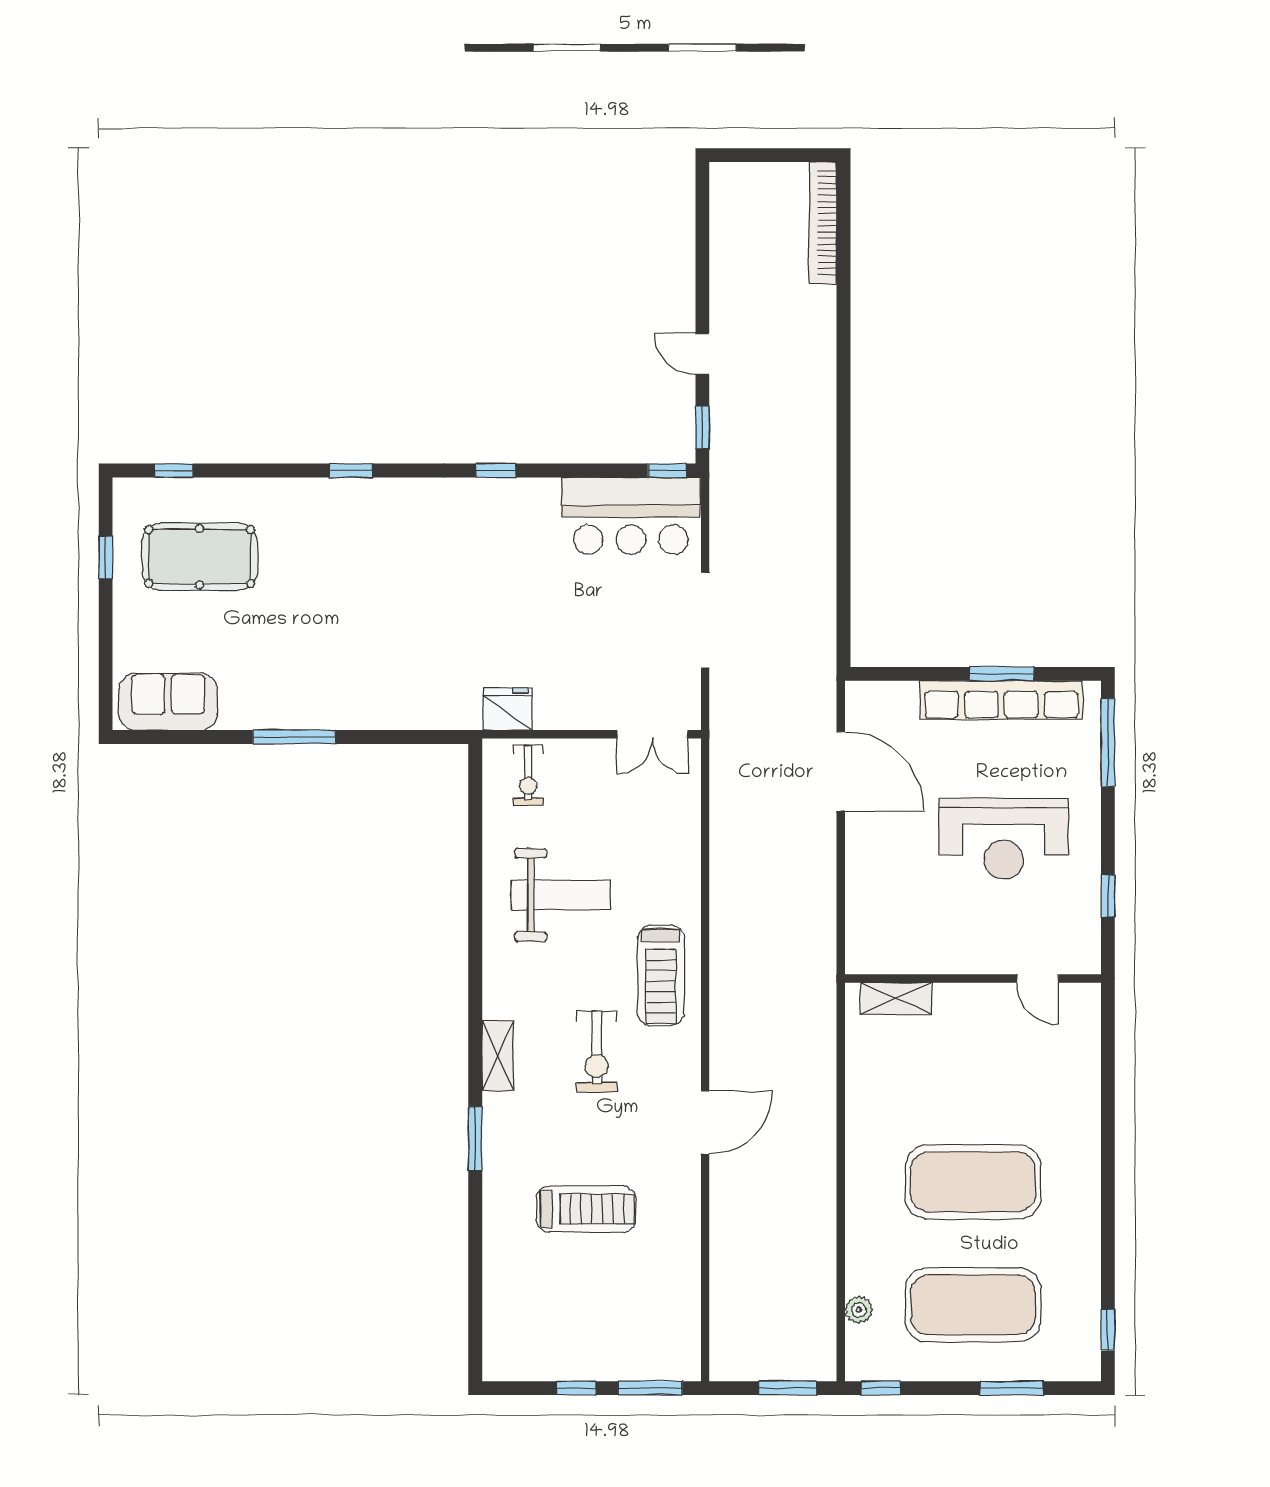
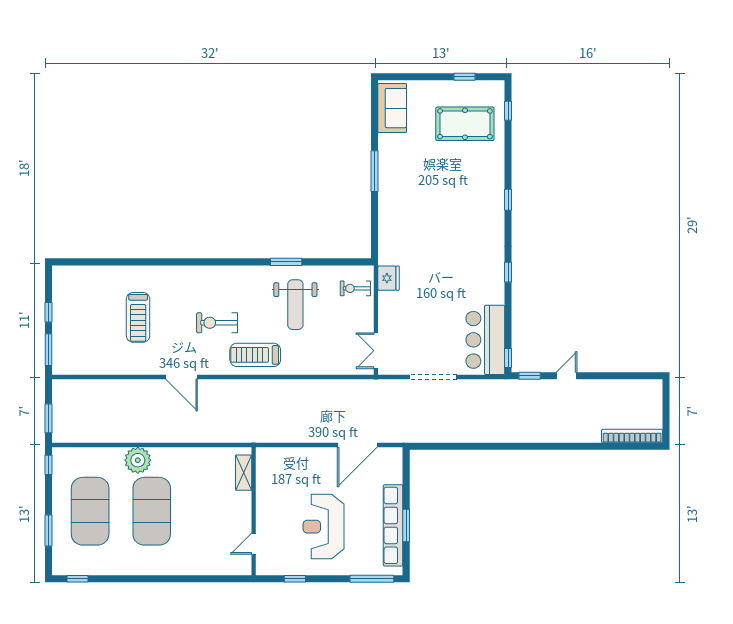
pool table: (200, 557) -> (465, 124), turned 90
shelving: (498, 1056) -> (215, 273), removed
window: (475, 1139) -> (286, 262), moved
plant: (859, 1310) -> (138, 460), moved, width x1.87, depth x1.87

